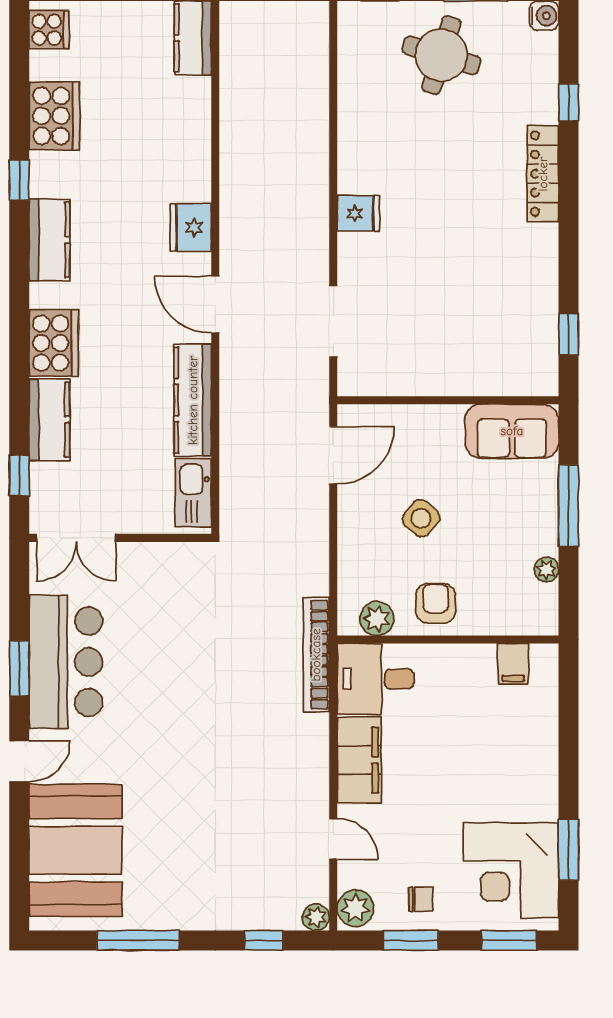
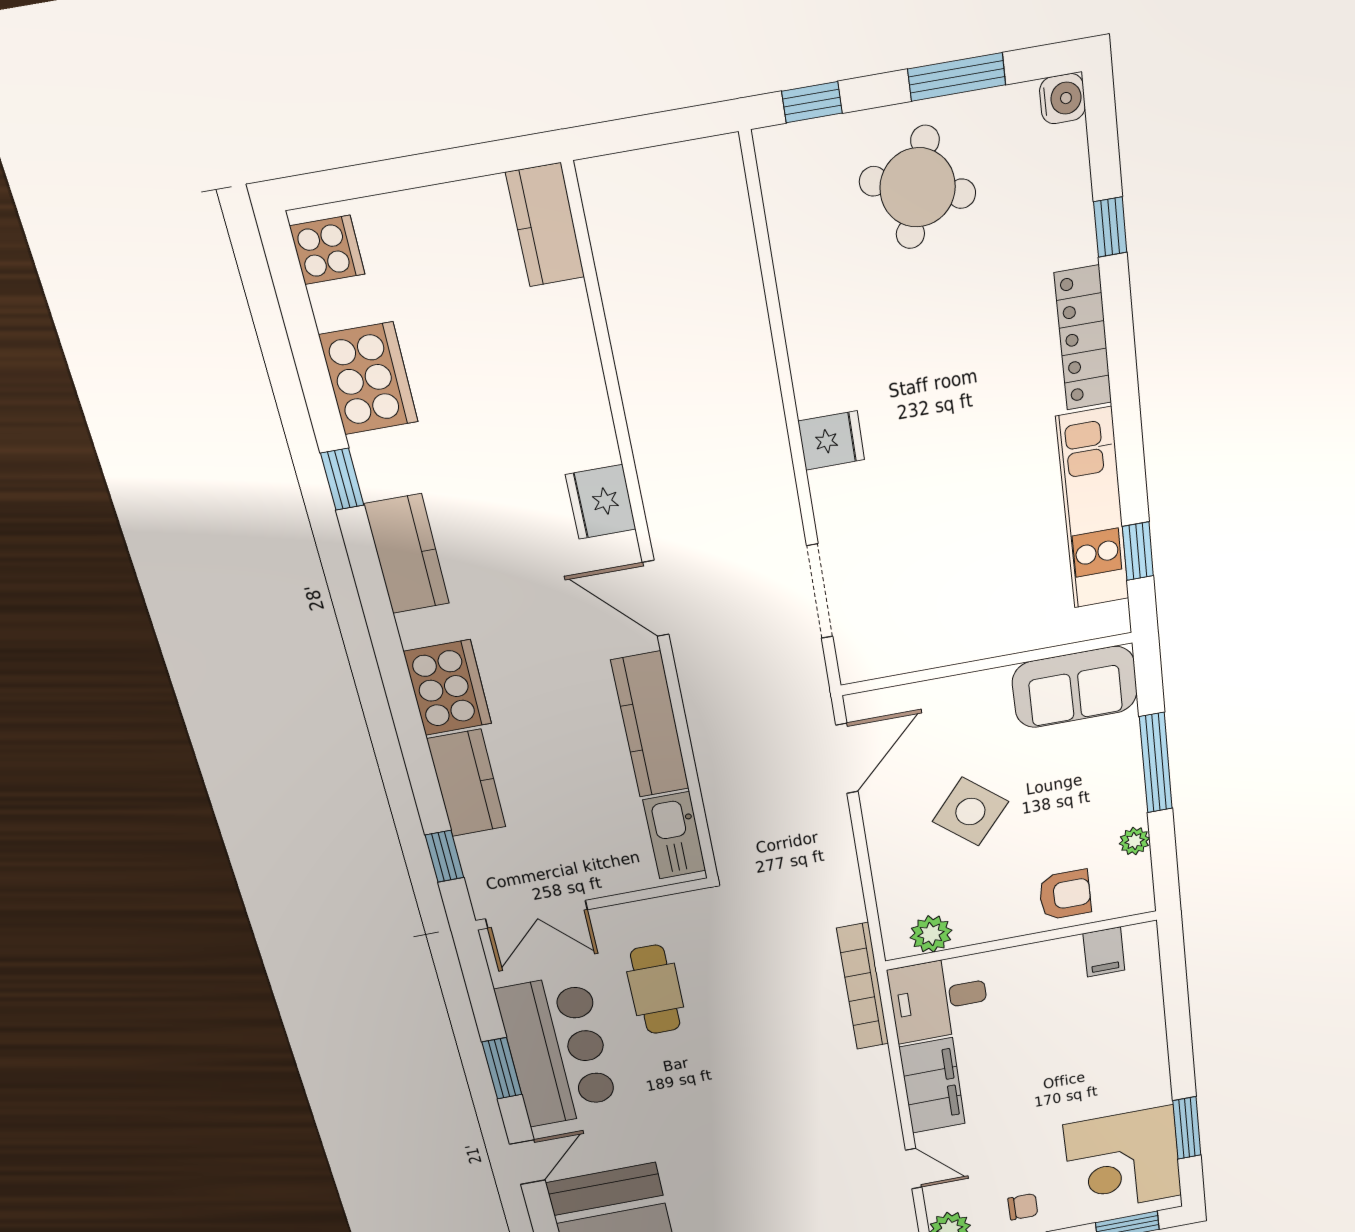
kitchen unit: (538, 296) -> (1093, 509), added
side table: (421, 518) -> (970, 812), width x1.37, depth x1.37
armchair: (436, 603) -> (1065, 895), moved, turned 90
cafe table: (153, 623) -> (655, 990), added

